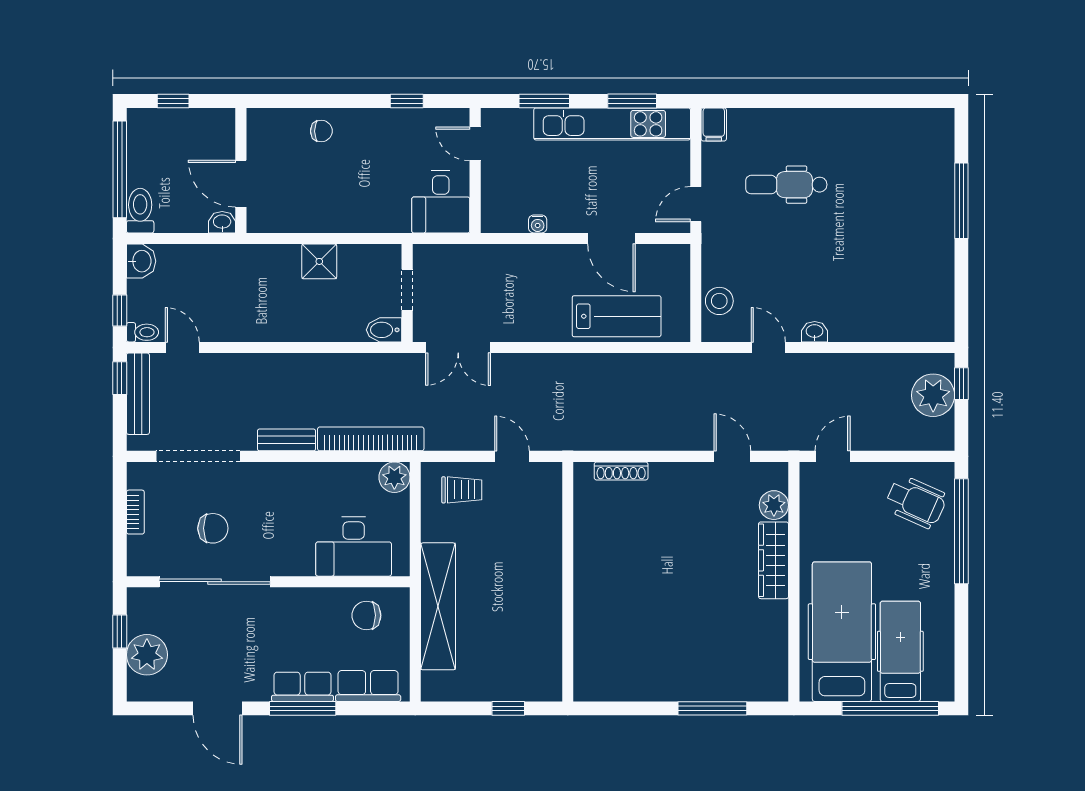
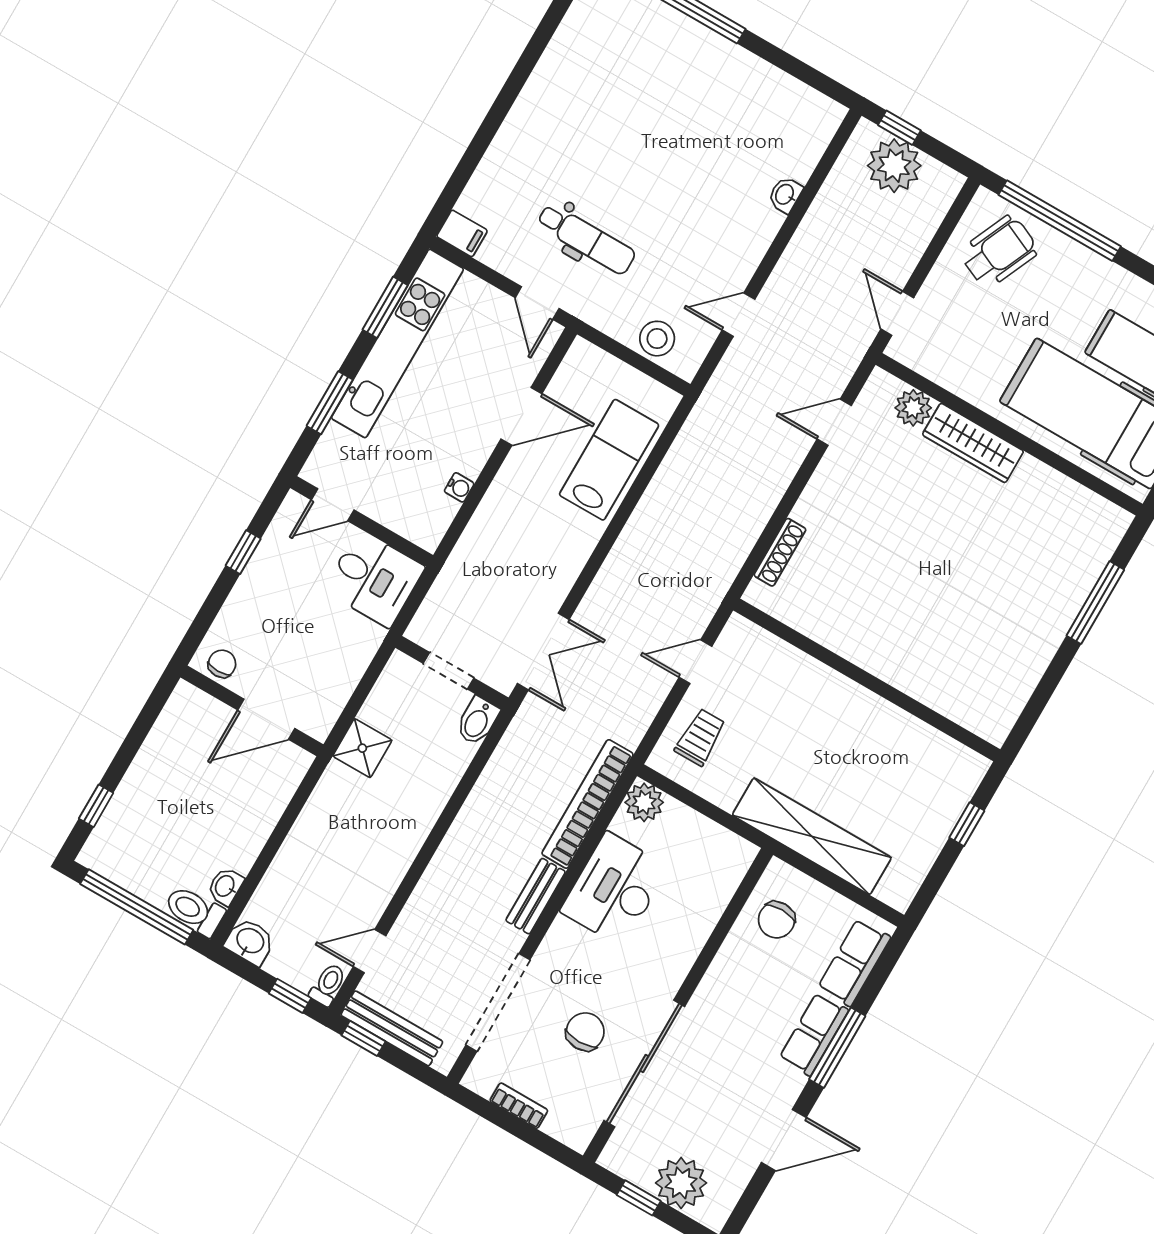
wall: (241, 170) -> (252, 711), moved
door: (241, 184) -> (266, 719), moved
dental chair: (786, 185) -> (586, 239), moved, turned -90
washbasin: (222, 222) -> (225, 886), moved
washbasin: (815, 332) -> (785, 195), moved
desk: (354, 547) -> (614, 889), moved, turned 180

